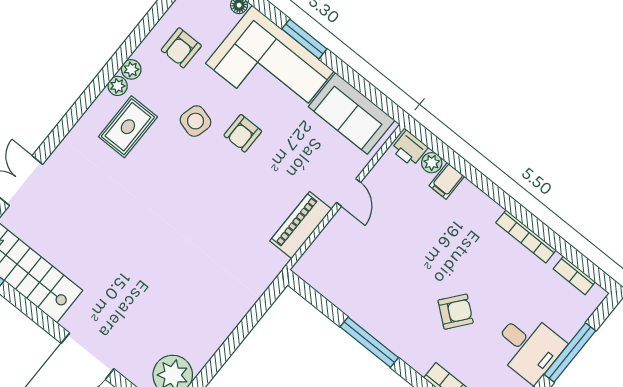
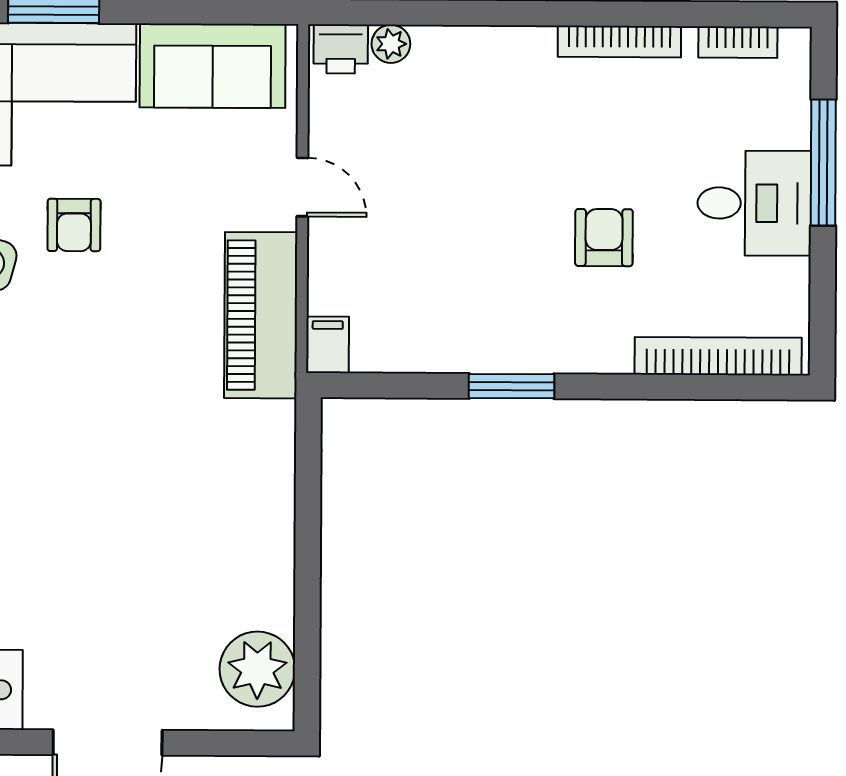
filing cabinet: (447, 181) -> (328, 345), moved, turned 180
piano: (301, 225) -> (261, 315), width x1.37, depth x1.33
armchair: (456, 312) -> (604, 238), turned -39
window: (369, 342) -> (512, 386), width x0.69

